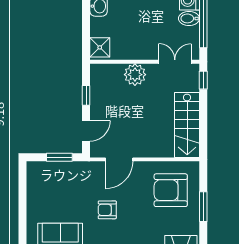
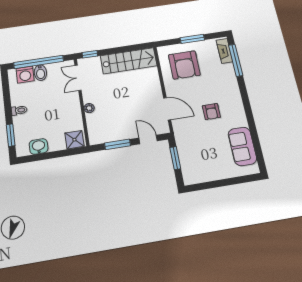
plant: (135, 75) -> (89, 108), width x0.53, depth x0.53
window: (86, 95) -> (118, 144), width x1.50

